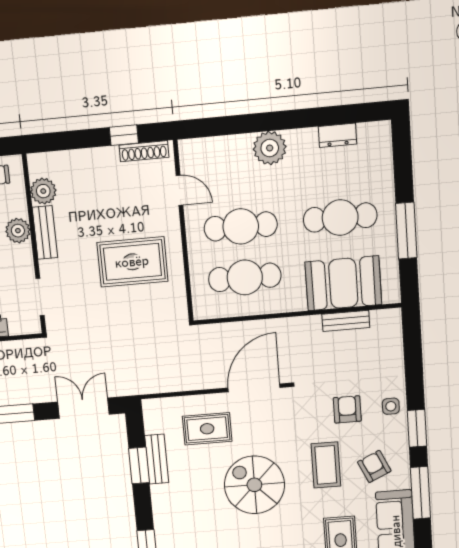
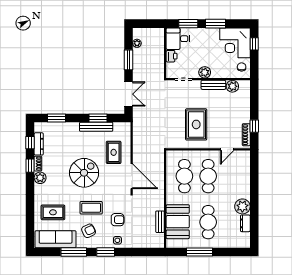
plant: (270, 148) -> (242, 206), moved
plant: (18, 231) -> (205, 72), moved
bench: (157, 459) -> (96, 127), width x1.36

